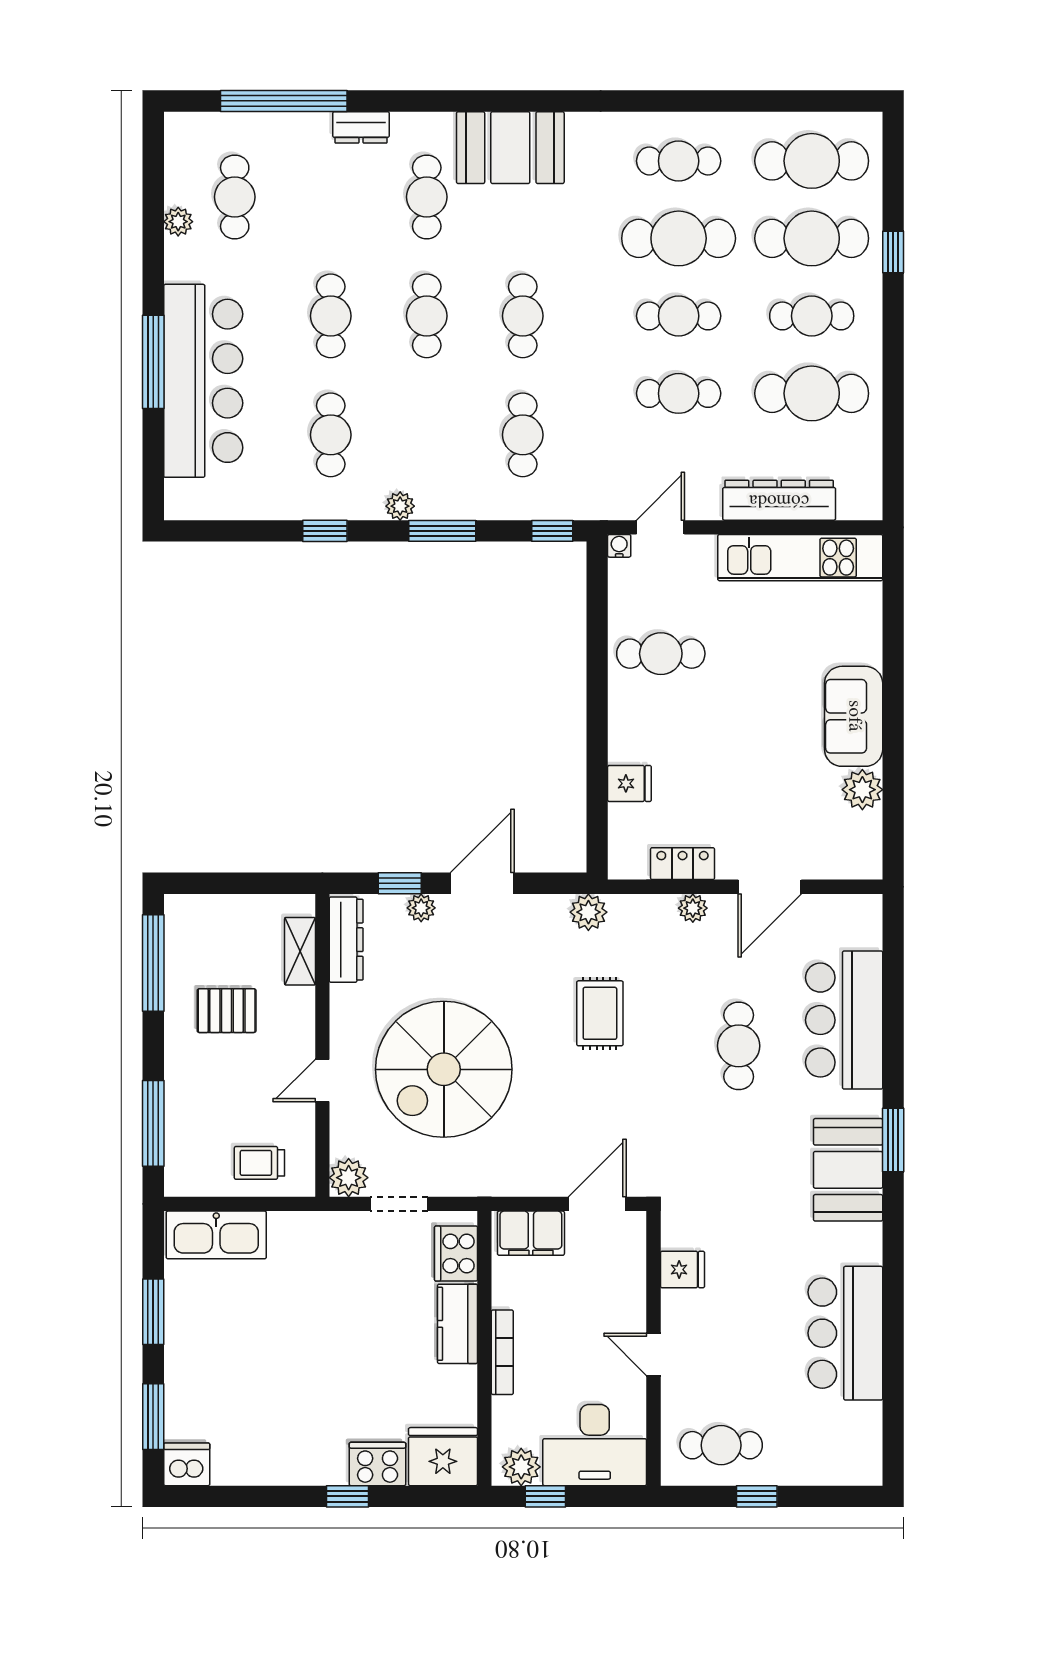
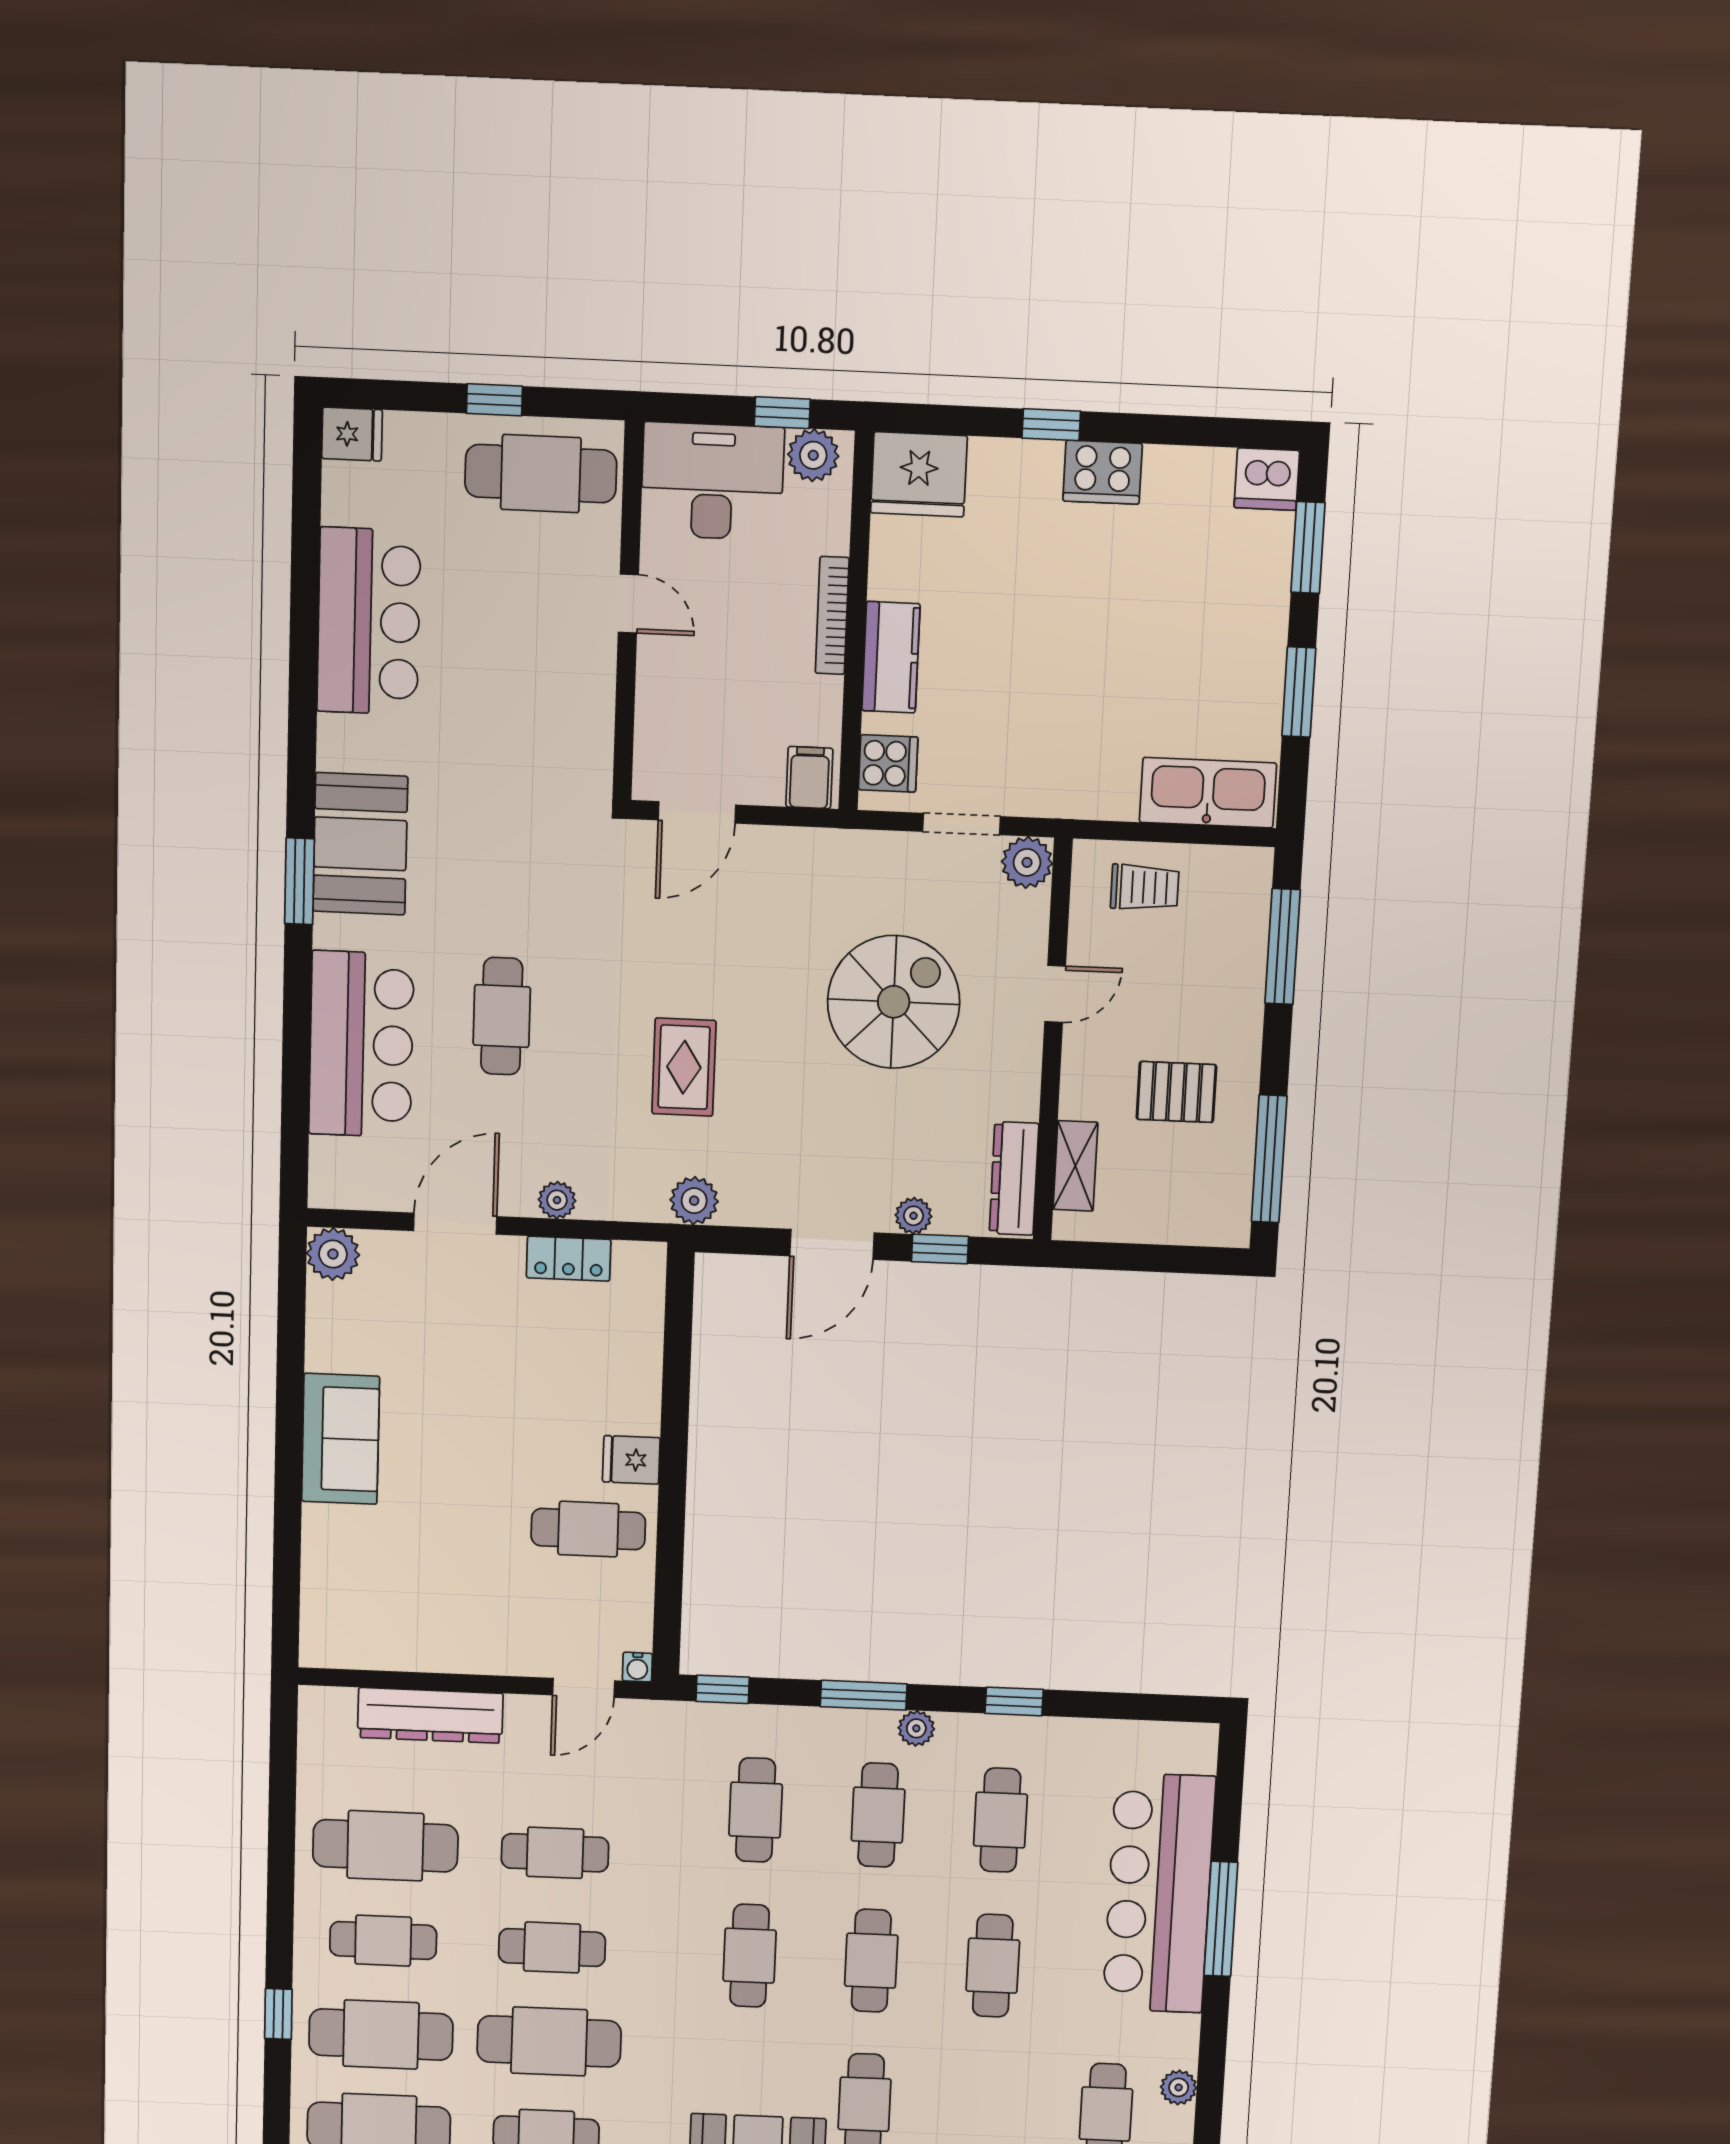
cafe table: (427, 435) -> (878, 1815), added
kitchen unit: (800, 558) -> (405, 1643), removed
fridge: (629, 783) -> (631, 1460), moved
plant: (862, 790) -> (333, 1254), moved
spiral stairs: (444, 1069) -> (894, 1002), width x0.73, depth x0.73
filing cabinet: (531, 1233) -> (809, 778), width x0.50
cooker: (456, 1254) -> (888, 763), width x0.73
fridge: (683, 1269) -> (352, 434), moved, turned 180
cafe table: (721, 1445) -> (541, 474), width x1.37, depth x1.35
cooker: (378, 1464) -> (1103, 472), moved

